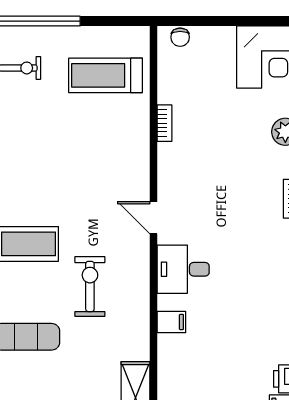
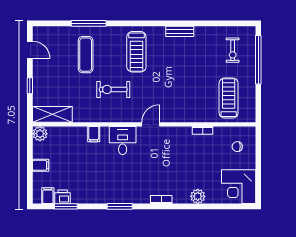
chair: (180, 37) -> (237, 147), moved
exercise bike: (90, 286) -> (113, 89), turned 180

